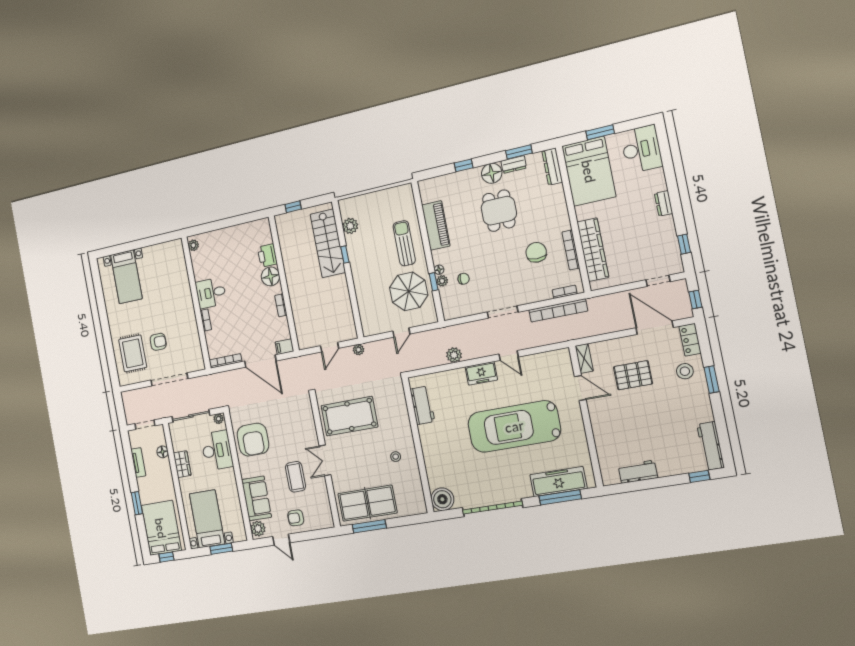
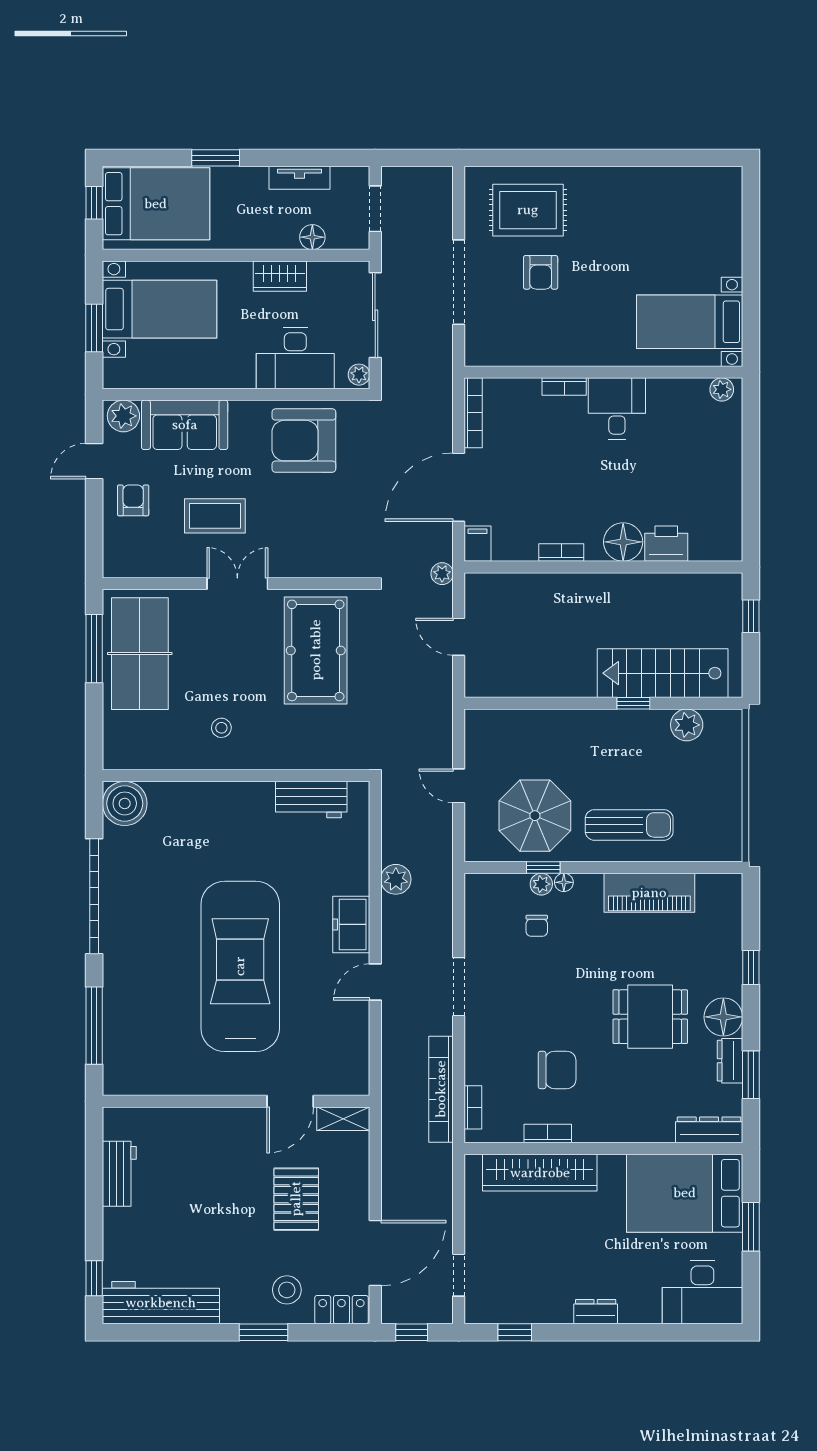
bookcase: (571, 250) -> (548, 1134), width x0.64
bed with nightstands: (126, 277) -> (690, 322), moved
plant: (359, 350) -> (442, 574), moved
workbench: (711, 446) -> (161, 1303), width x1.36, depth x1.32
freezer: (558, 482) -> (124, 1028), removed

